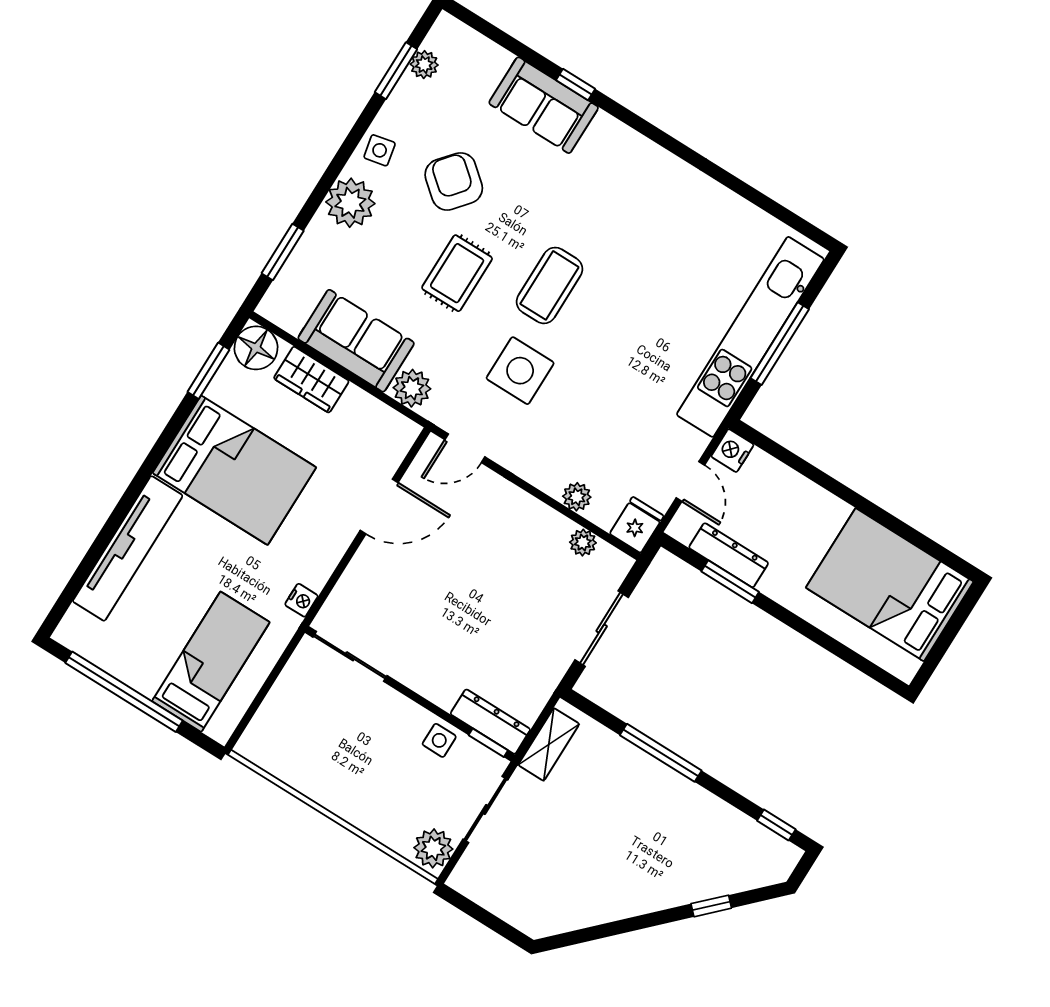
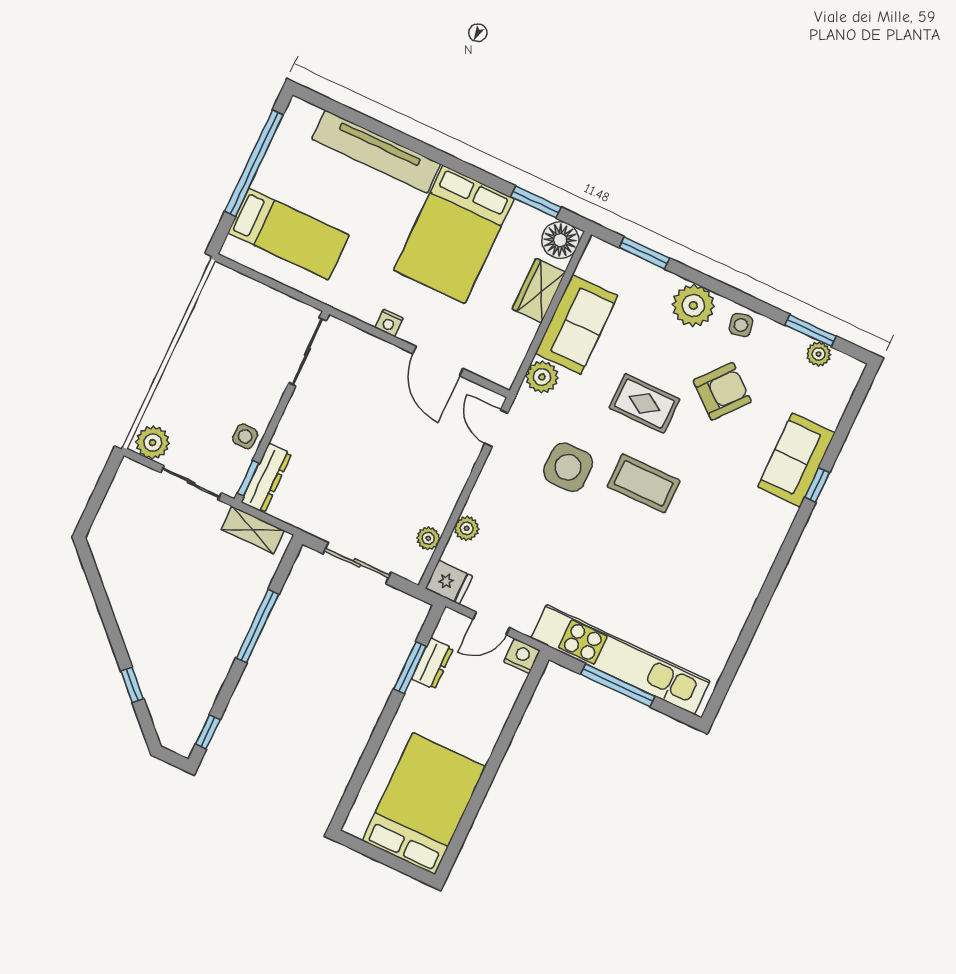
dresser: (729, 555) -> (432, 664), width x0.70
nightstand: (301, 600) -> (389, 323), moved

